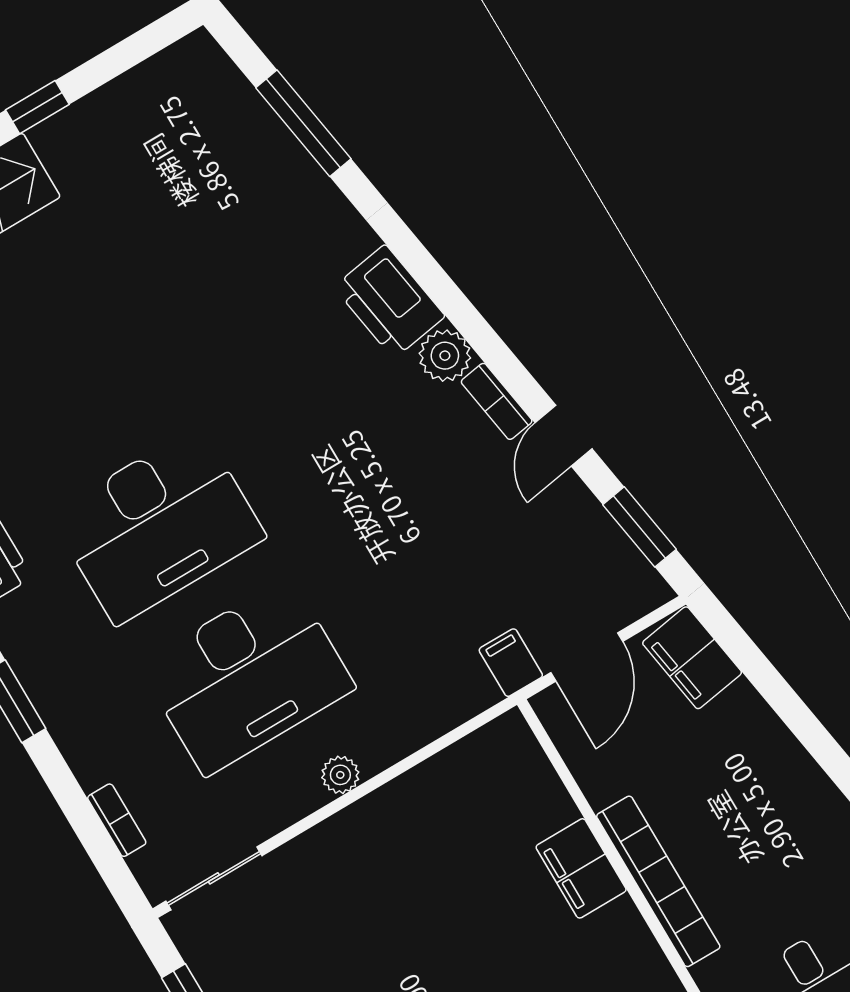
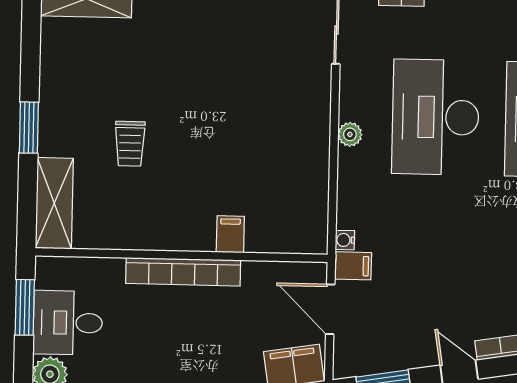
water cooler: (484, 695) -> (345, 240), added
filing cabinet: (581, 868) -> (230, 234), width x0.50

